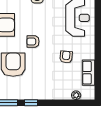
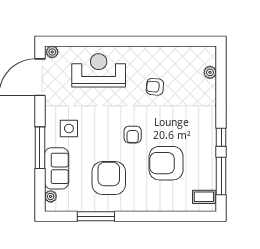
row of seats: (88, 73) -> (178, 55), removed

